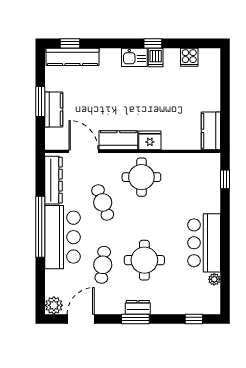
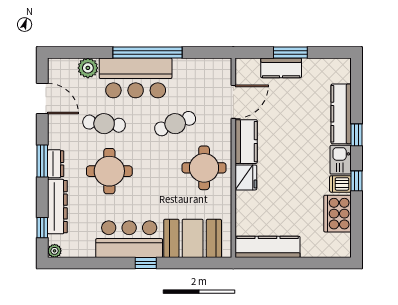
window: (70, 43) -> (356, 135), moved
kitchen counter: (73, 57) -> (341, 114), moved
cooker: (189, 57) -> (338, 214), width x1.87, depth x1.31
kitchen counter: (211, 131) -> (268, 247), width x1.50
window: (225, 179) -> (146, 263), moved
dresser: (53, 180) -> (57, 207), moved, turned -90
booth: (203, 187) -> (193, 238), added
plant: (214, 279) -> (55, 251), moved
plant: (54, 305) -> (88, 68), moved

